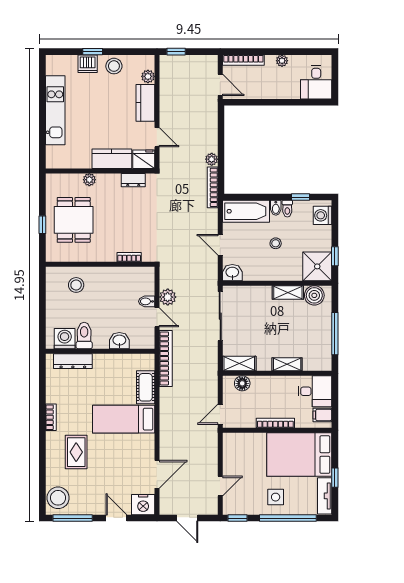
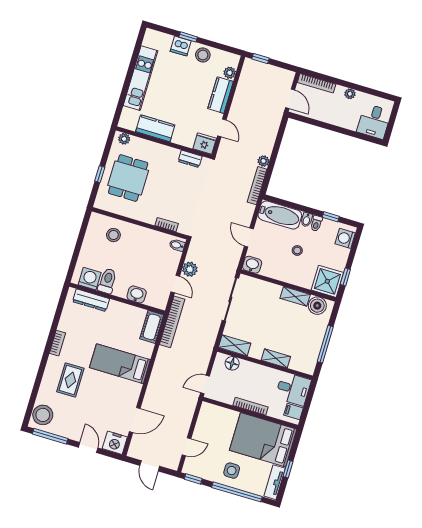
kitchen counter: (112, 159) -> (155, 128), moved
plant: (89, 180) -> (124, 139), moved
bidet: (147, 301) -> (177, 245), moved
cot: (146, 387) -> (152, 327), moved

